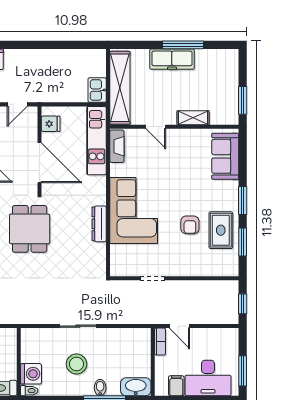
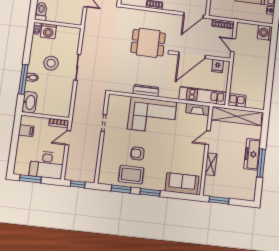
desk: (208, 378) -> (47, 165), moved, turned -90

